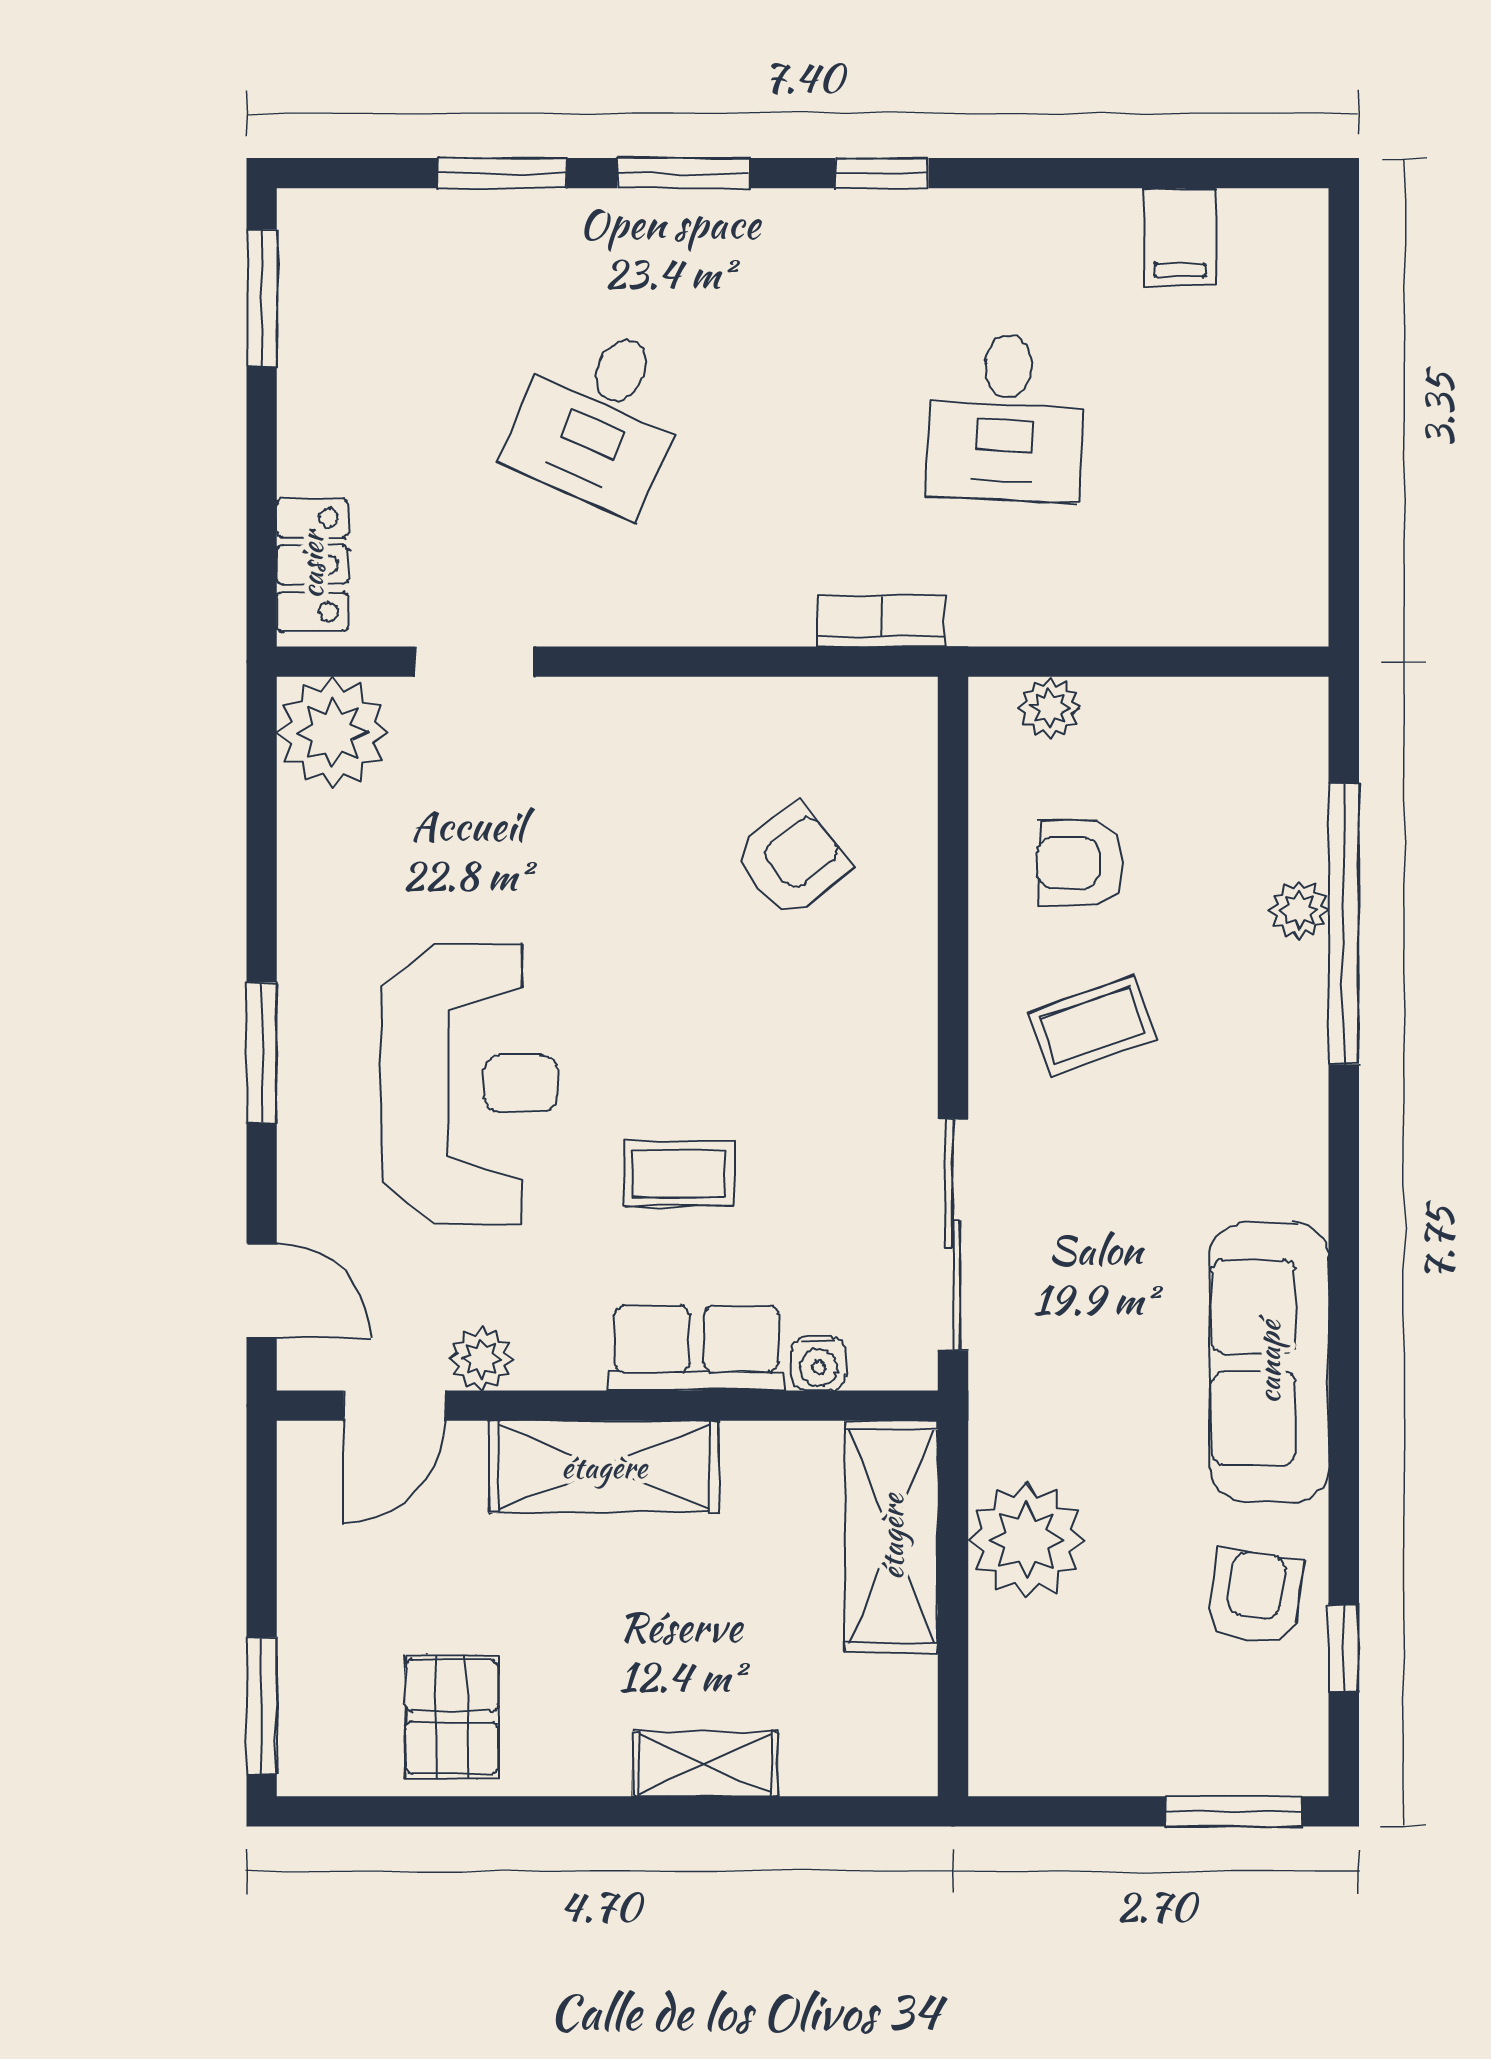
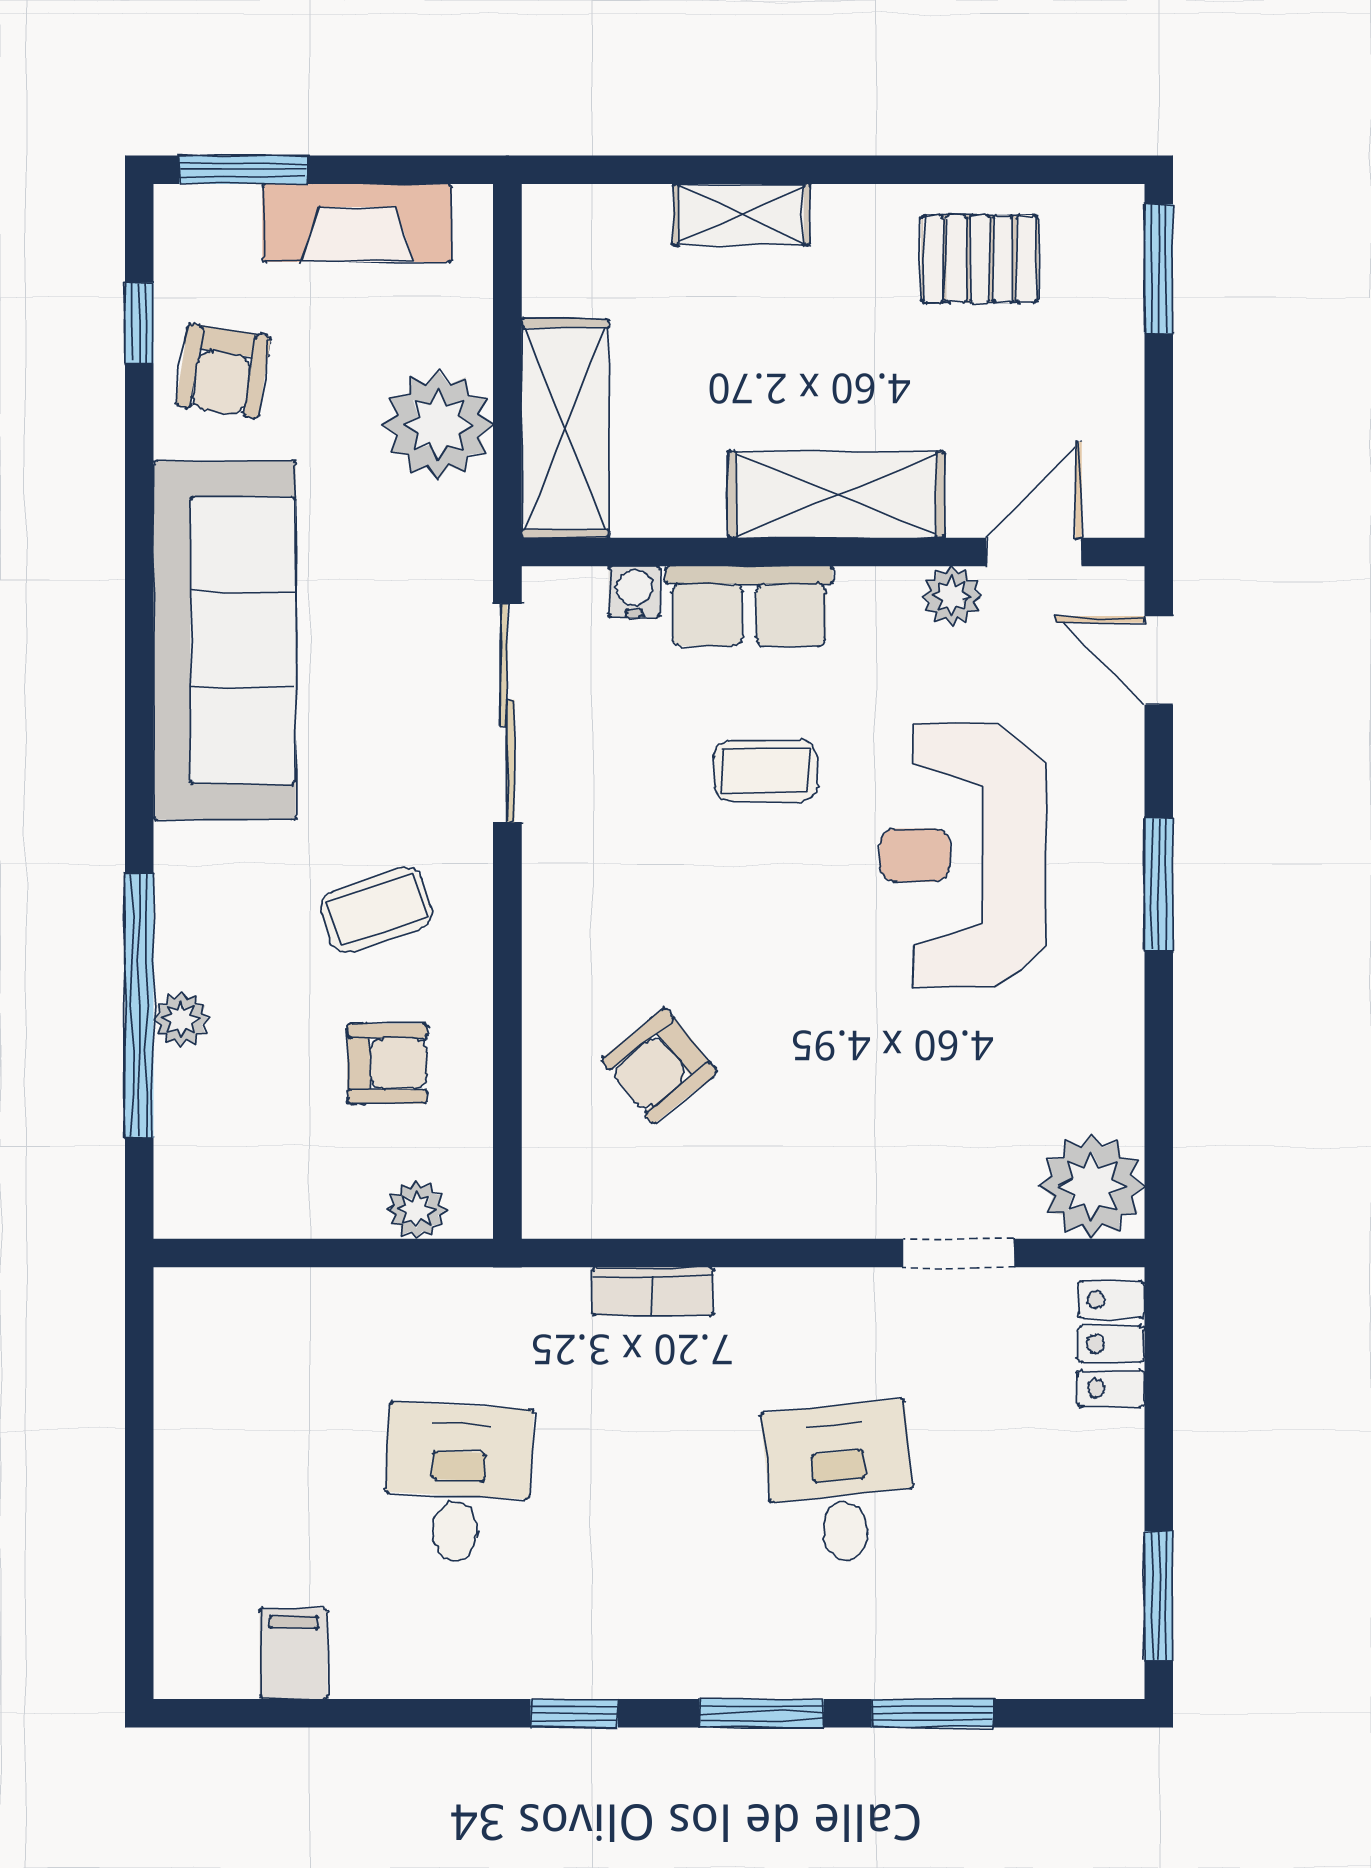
desk: (600, 417) -> (840, 1483), turned -30
bookcase: (881, 621) -> (653, 1291), moved
sofa: (1269, 1362) -> (225, 640), width x1.36, depth x1.27
pallet: (452, 1717) -> (980, 259), turned 90
fireplace: (1112, 1755) -> (357, 223), added

